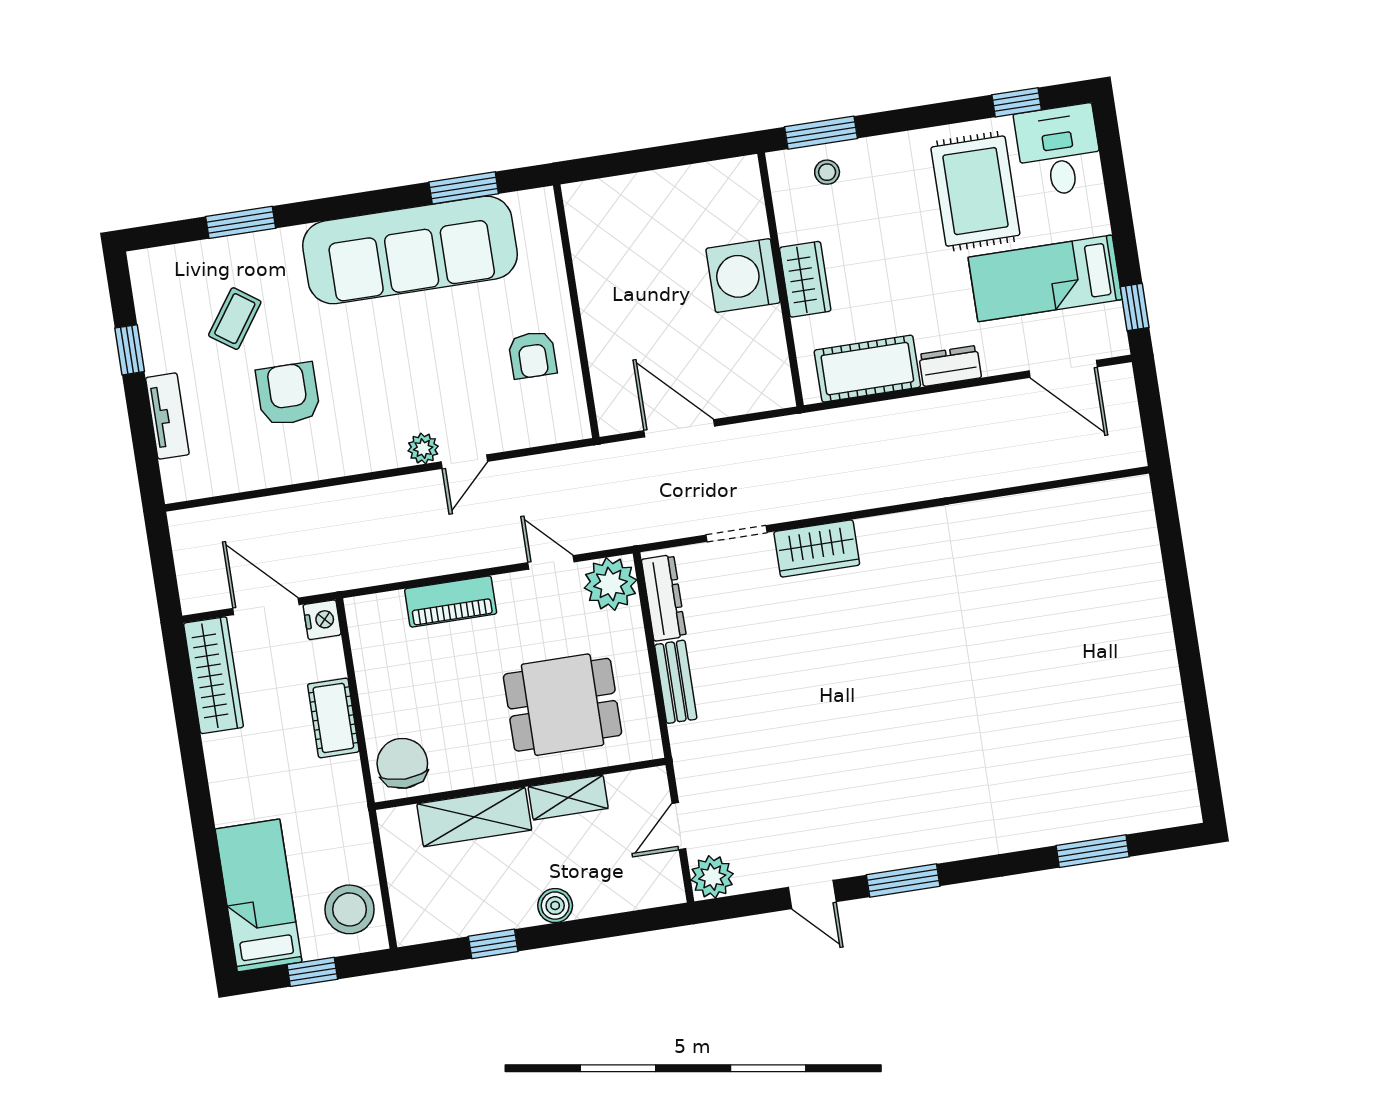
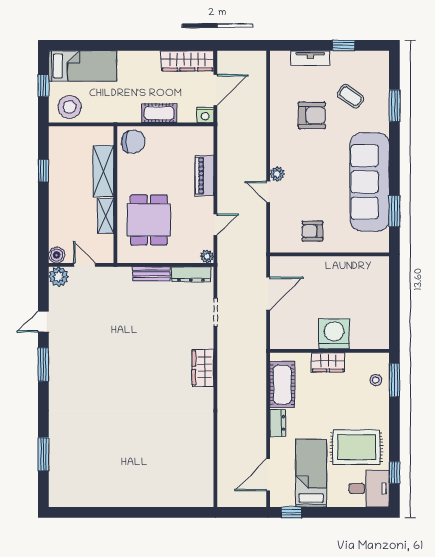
wardrobe: (817, 548) -> (203, 368), moved
plant: (610, 584) -> (207, 256), width x0.53, depth x0.53
boiler: (555, 906) -> (57, 255), moved

